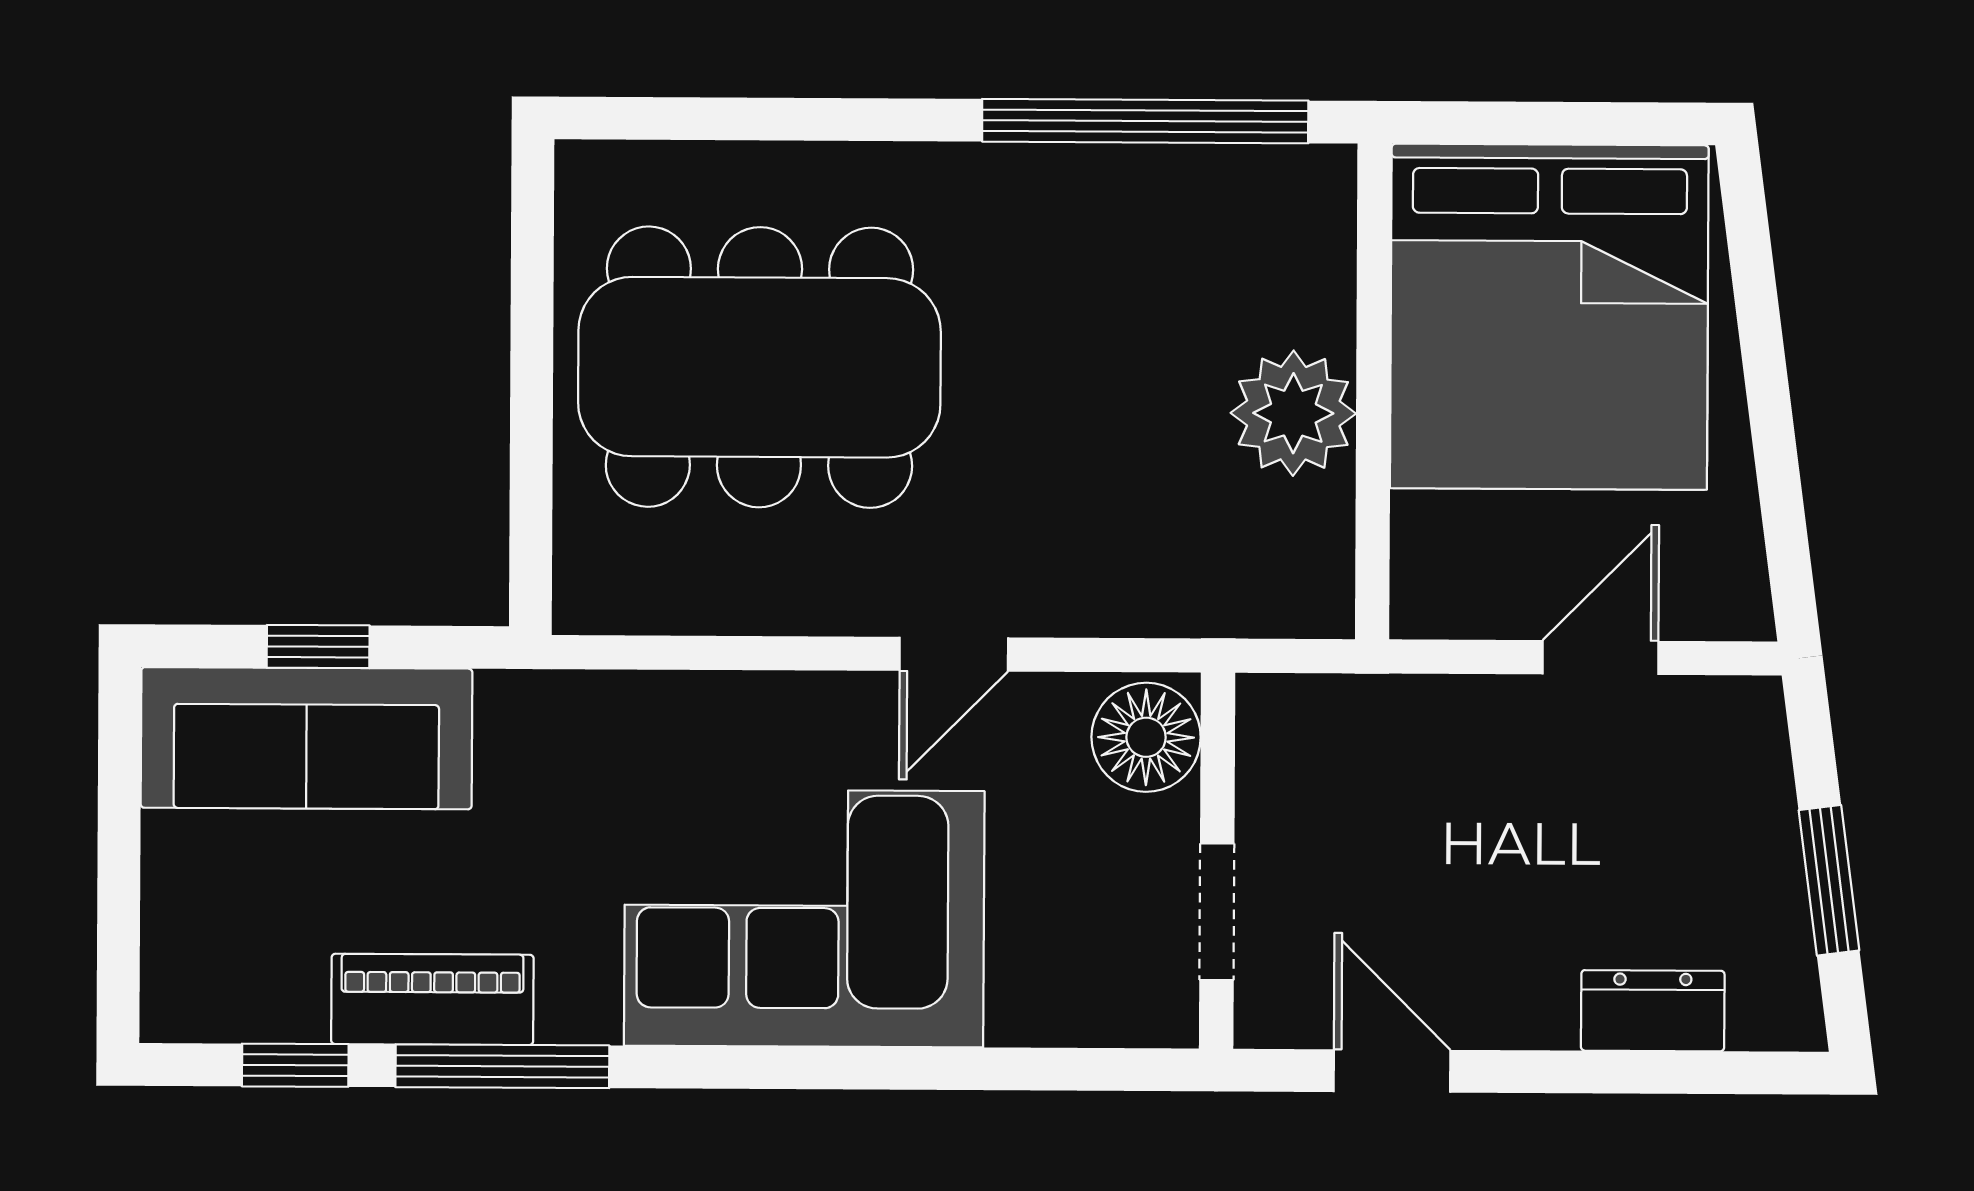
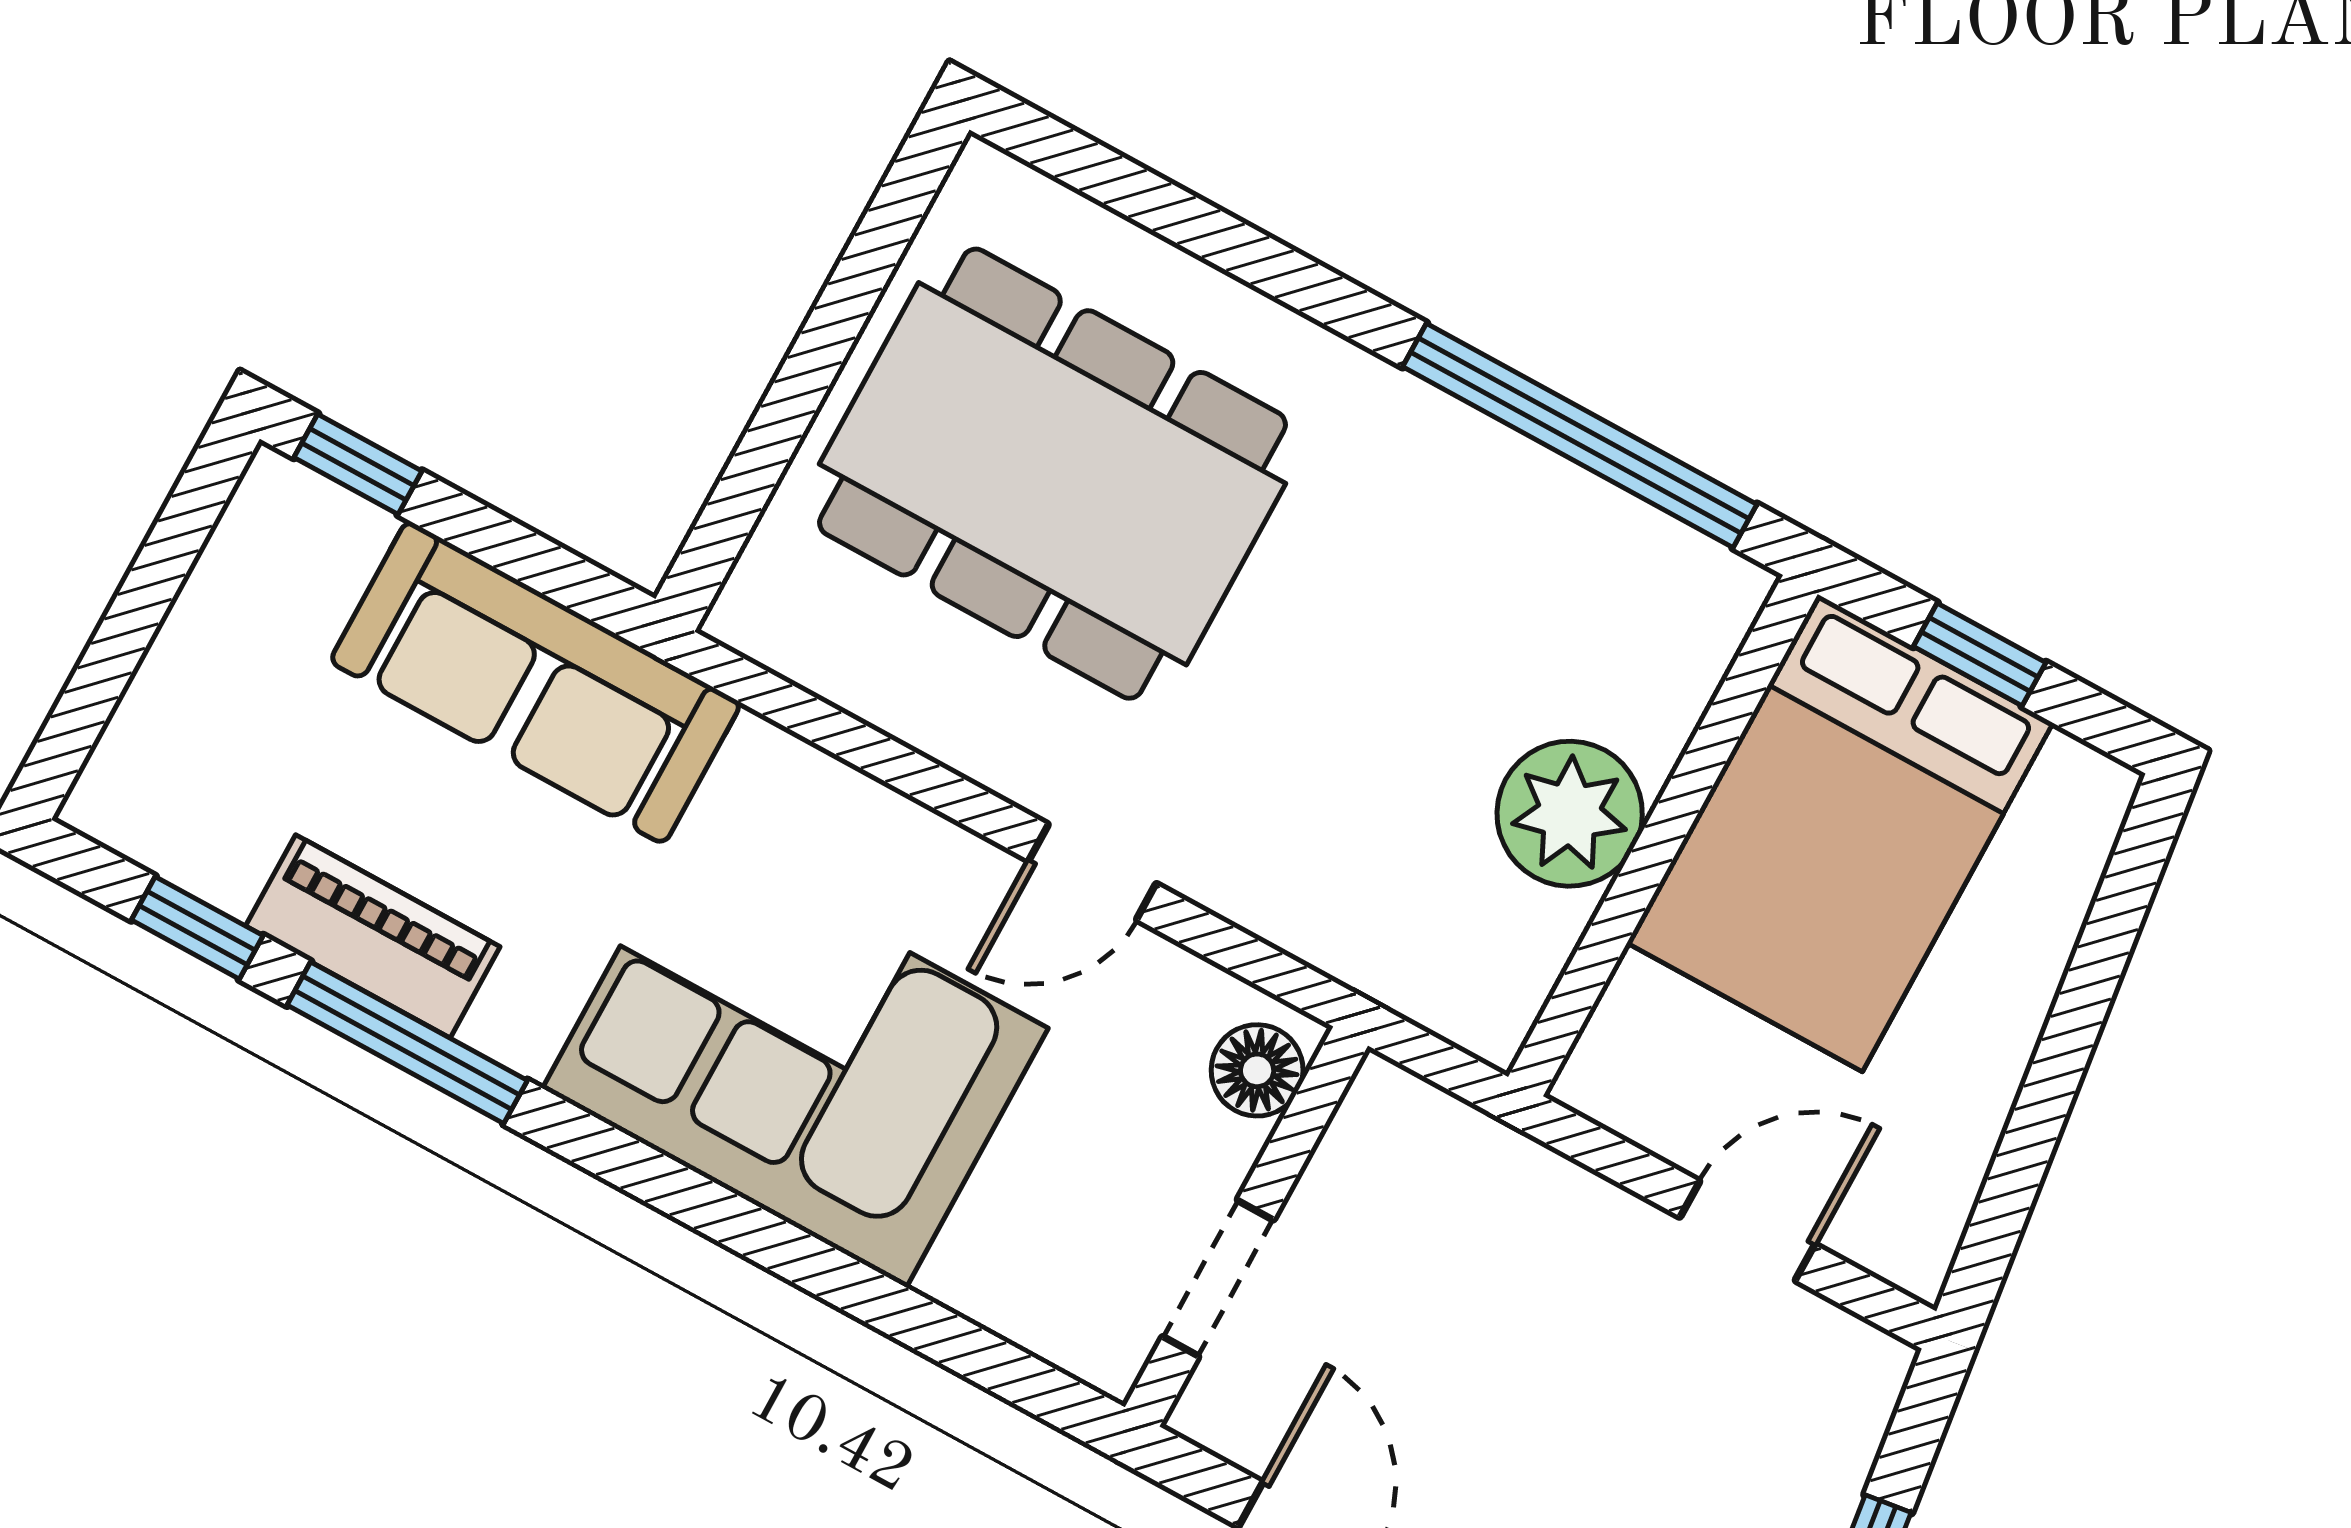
window: (1540, 123) -> (1980, 654), added
bed: (1549, 317) -> (1840, 833), width x0.73
window: (318, 647) -> (358, 464), moved
floor lamp: (1146, 737) -> (1257, 1070), width x0.73, depth x0.73
sofa: (306, 738) -> (536, 682), moved

